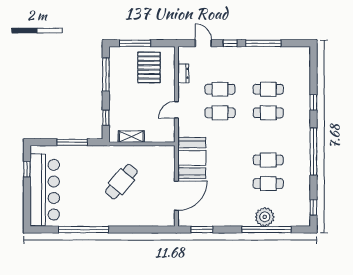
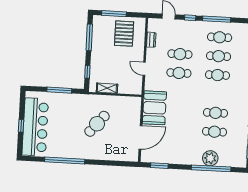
cafe table: (268, 66) -> (220, 37), added
door: (176, 110) -> (144, 69), hinge flipped
window: (27, 169) -> (21, 126), moved

